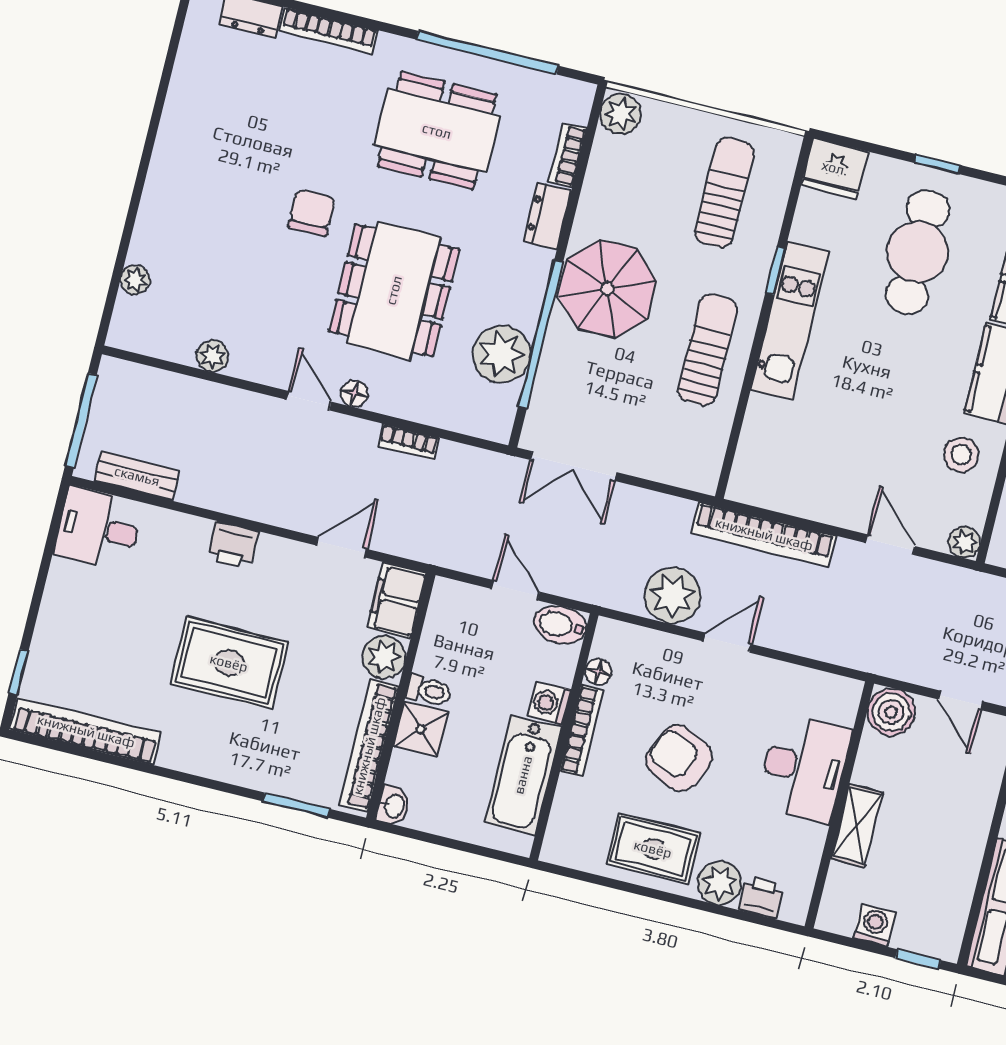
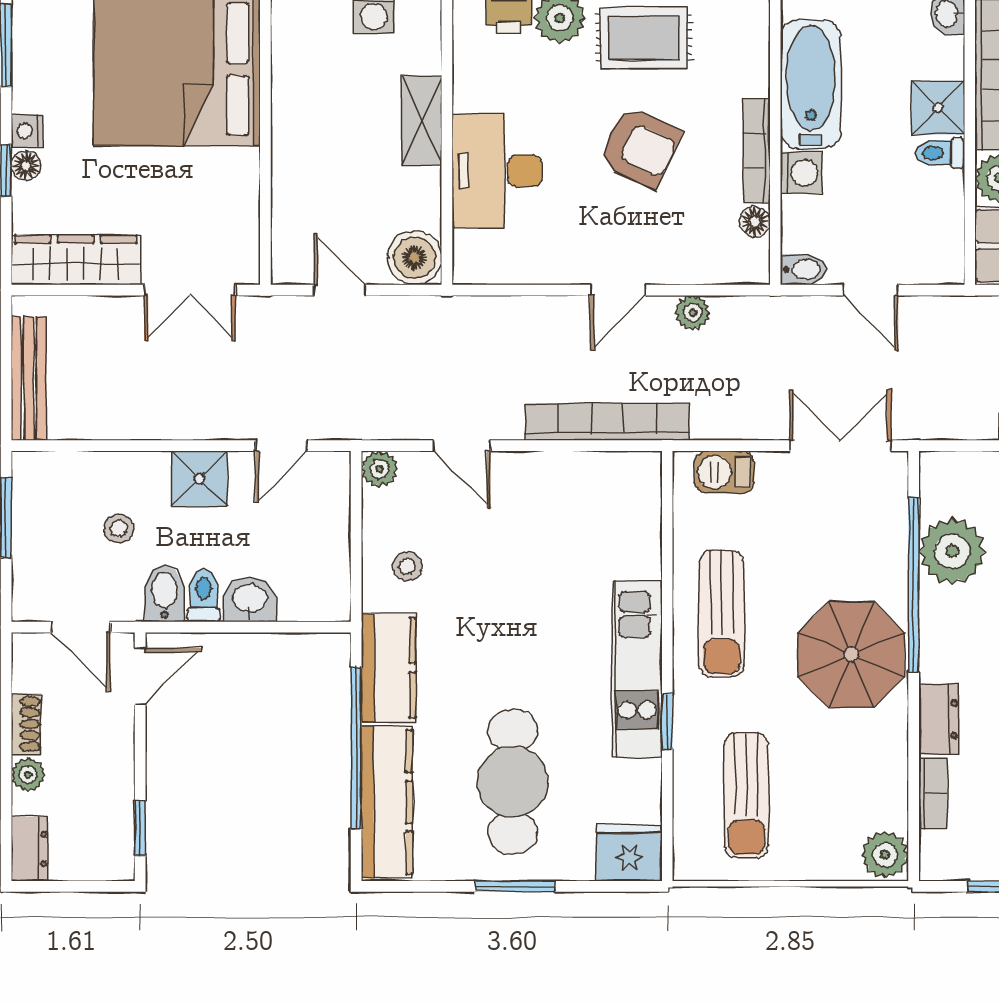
window: (937, 164) -> (515, 886), width x1.50
stool: (961, 455) -> (407, 566), width x0.73, depth x0.73
barbecue: (676, 468) -> (724, 472), added
plant: (672, 596) -> (693, 313), width x0.53, depth x0.53
bidet: (560, 625) -> (803, 270), width x0.72, depth x0.74

